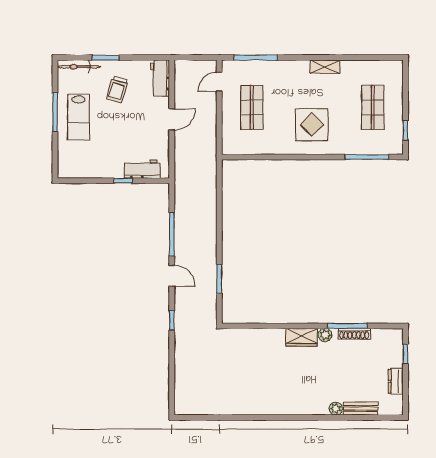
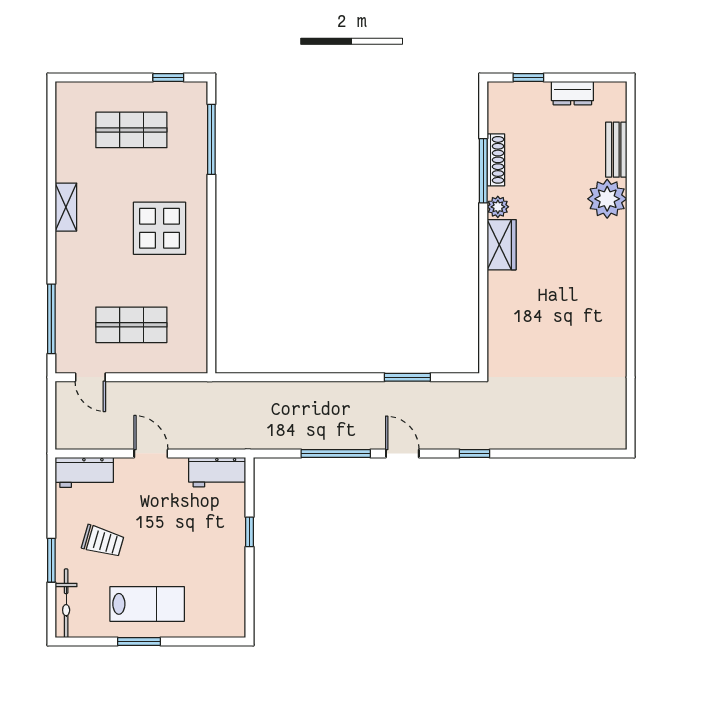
window: (55, 112) -> (139, 641), width x0.69
workbench: (142, 169) -> (217, 472), moved, turned -90
door: (172, 276) -> (402, 453), hinge flipped
plant: (336, 409) -> (607, 199), width x1.88, depth x1.88

